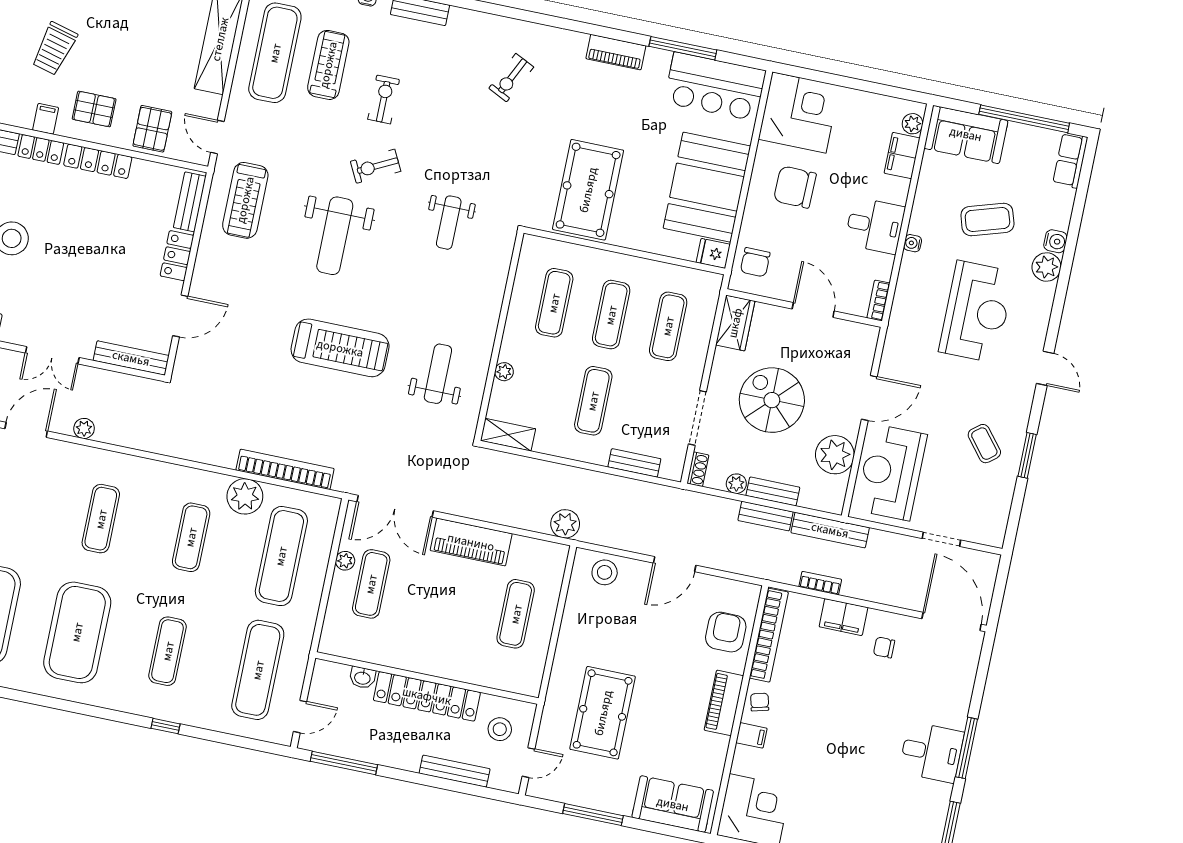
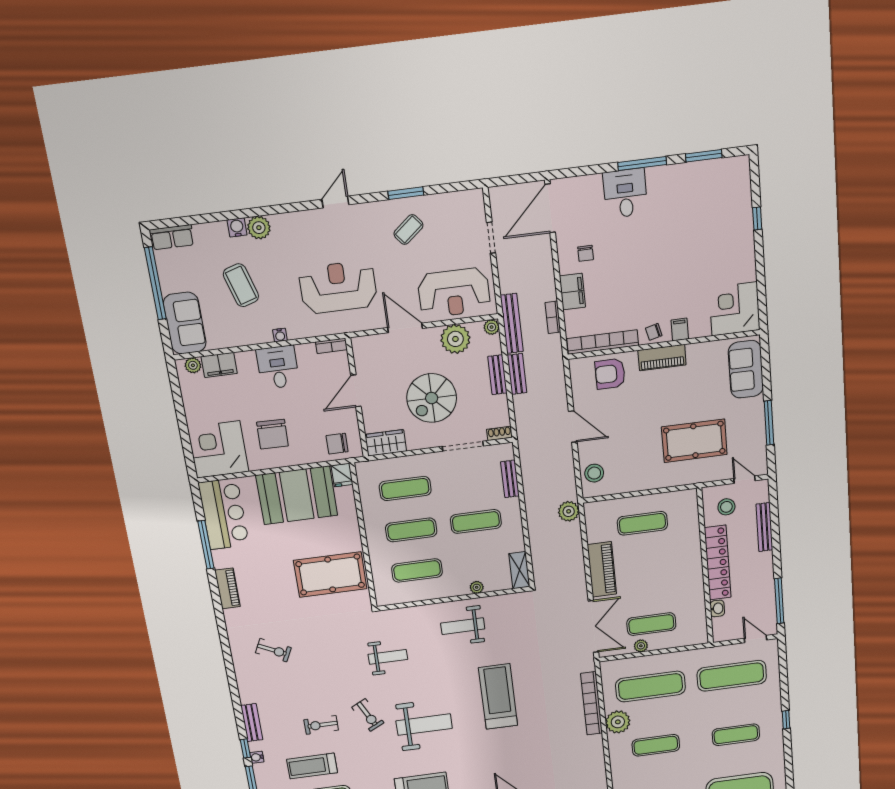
chair: (755, 262) -> (337, 444), turned 180
reception desk: (977, 312) -> (338, 287), moved
weight bench: (438, 374) -> (463, 626), moved
plant: (736, 484) -> (492, 327), moved
desk: (931, 752) -> (625, 193), moved

